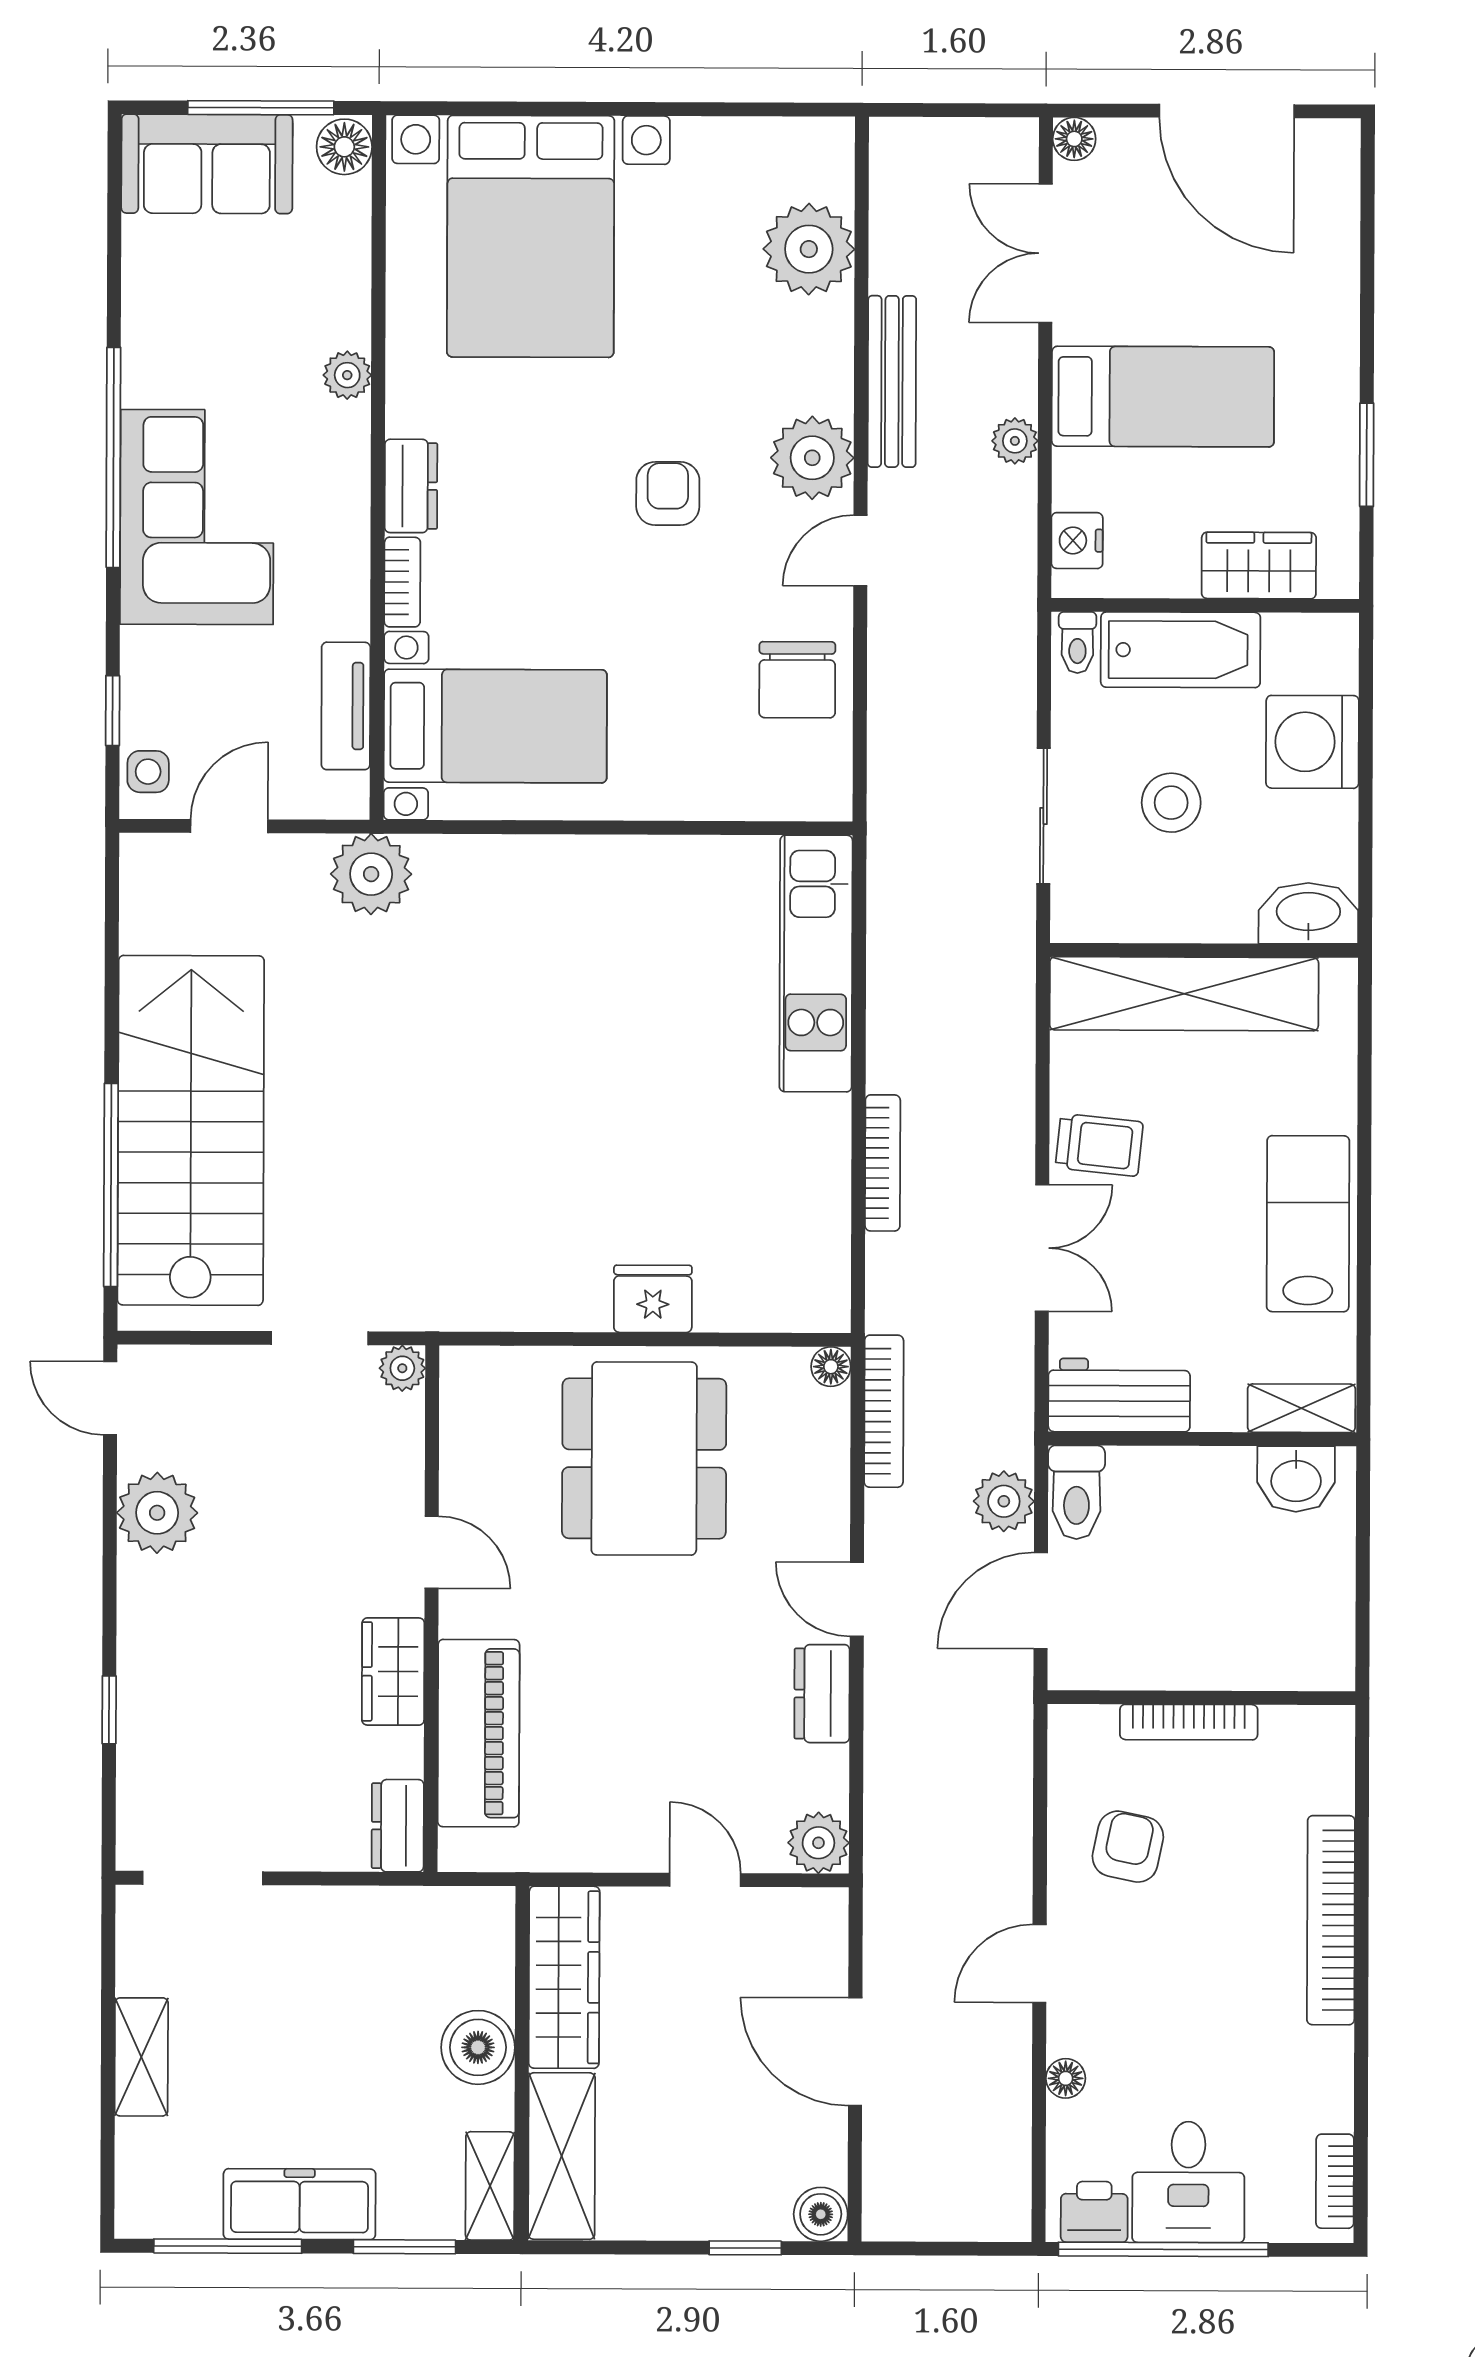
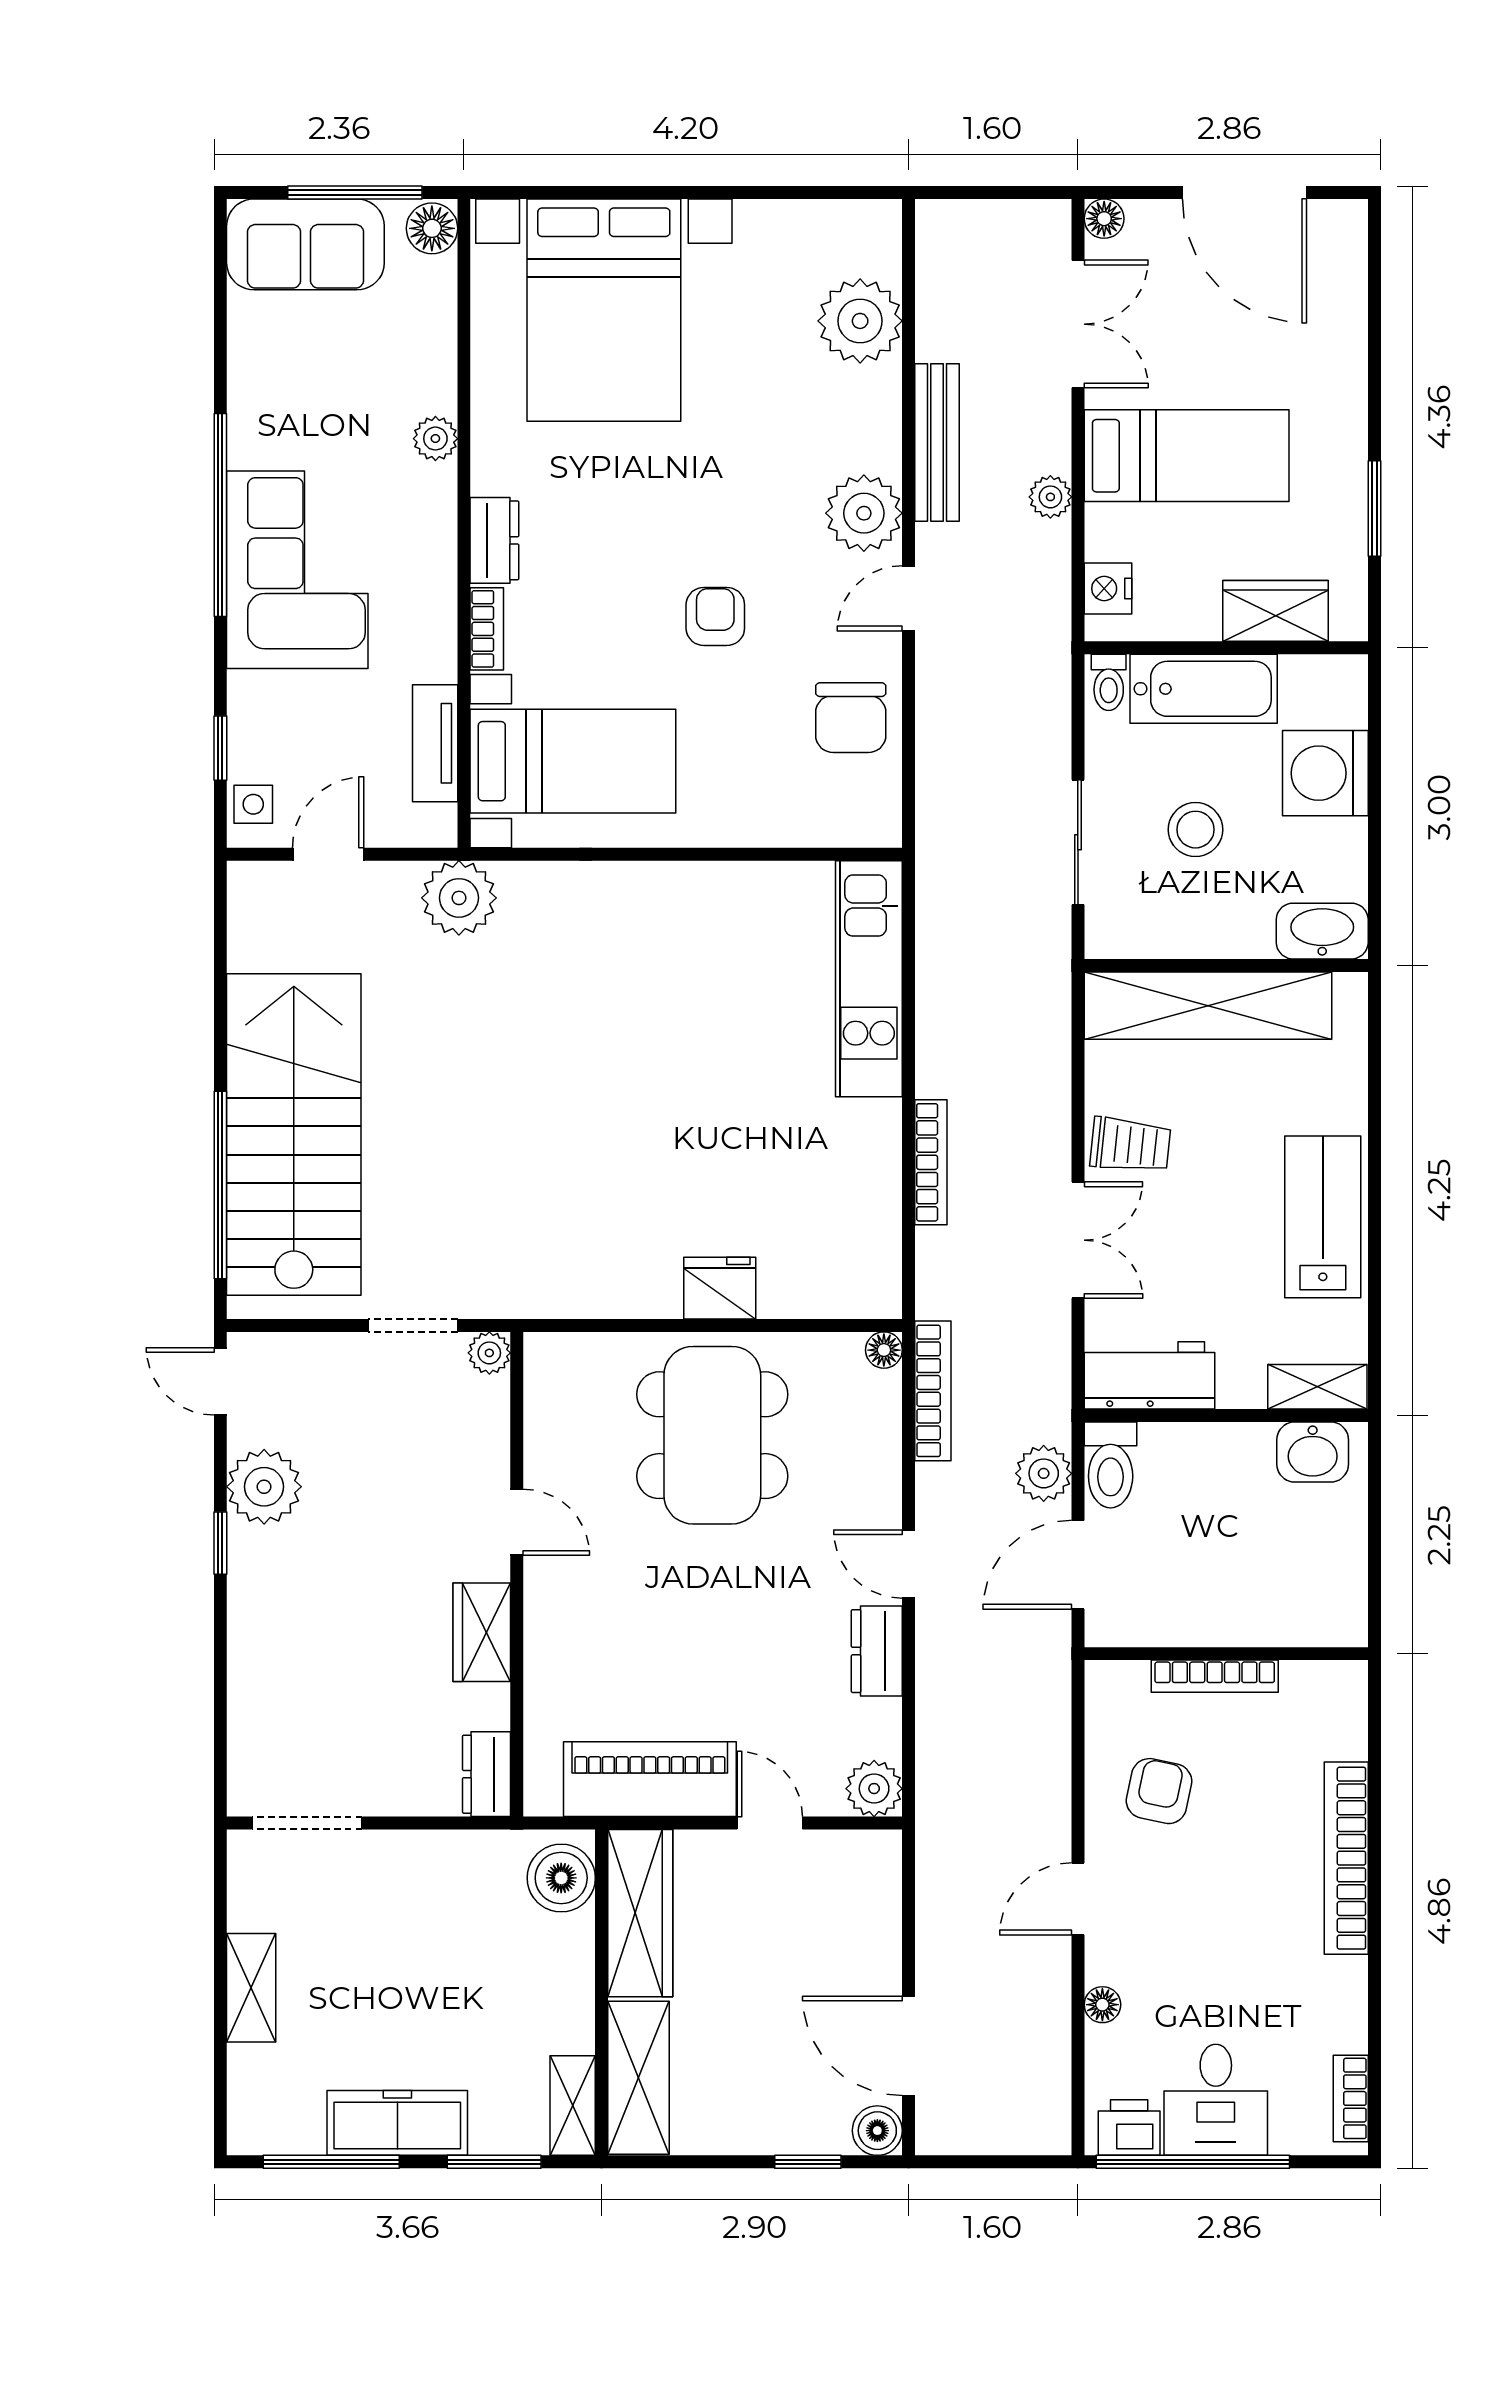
double door: (1045, 253) -> (1078, 324), swing flipped
armchair: (668, 494) -> (715, 616), moved
window: (109, 1710) -> (220, 1543), moved
piano: (479, 1733) -> (650, 1779), moved, turned -90
boiler: (478, 2047) -> (561, 1878), moved
door: (855, 2052) -> (909, 2046), moved

